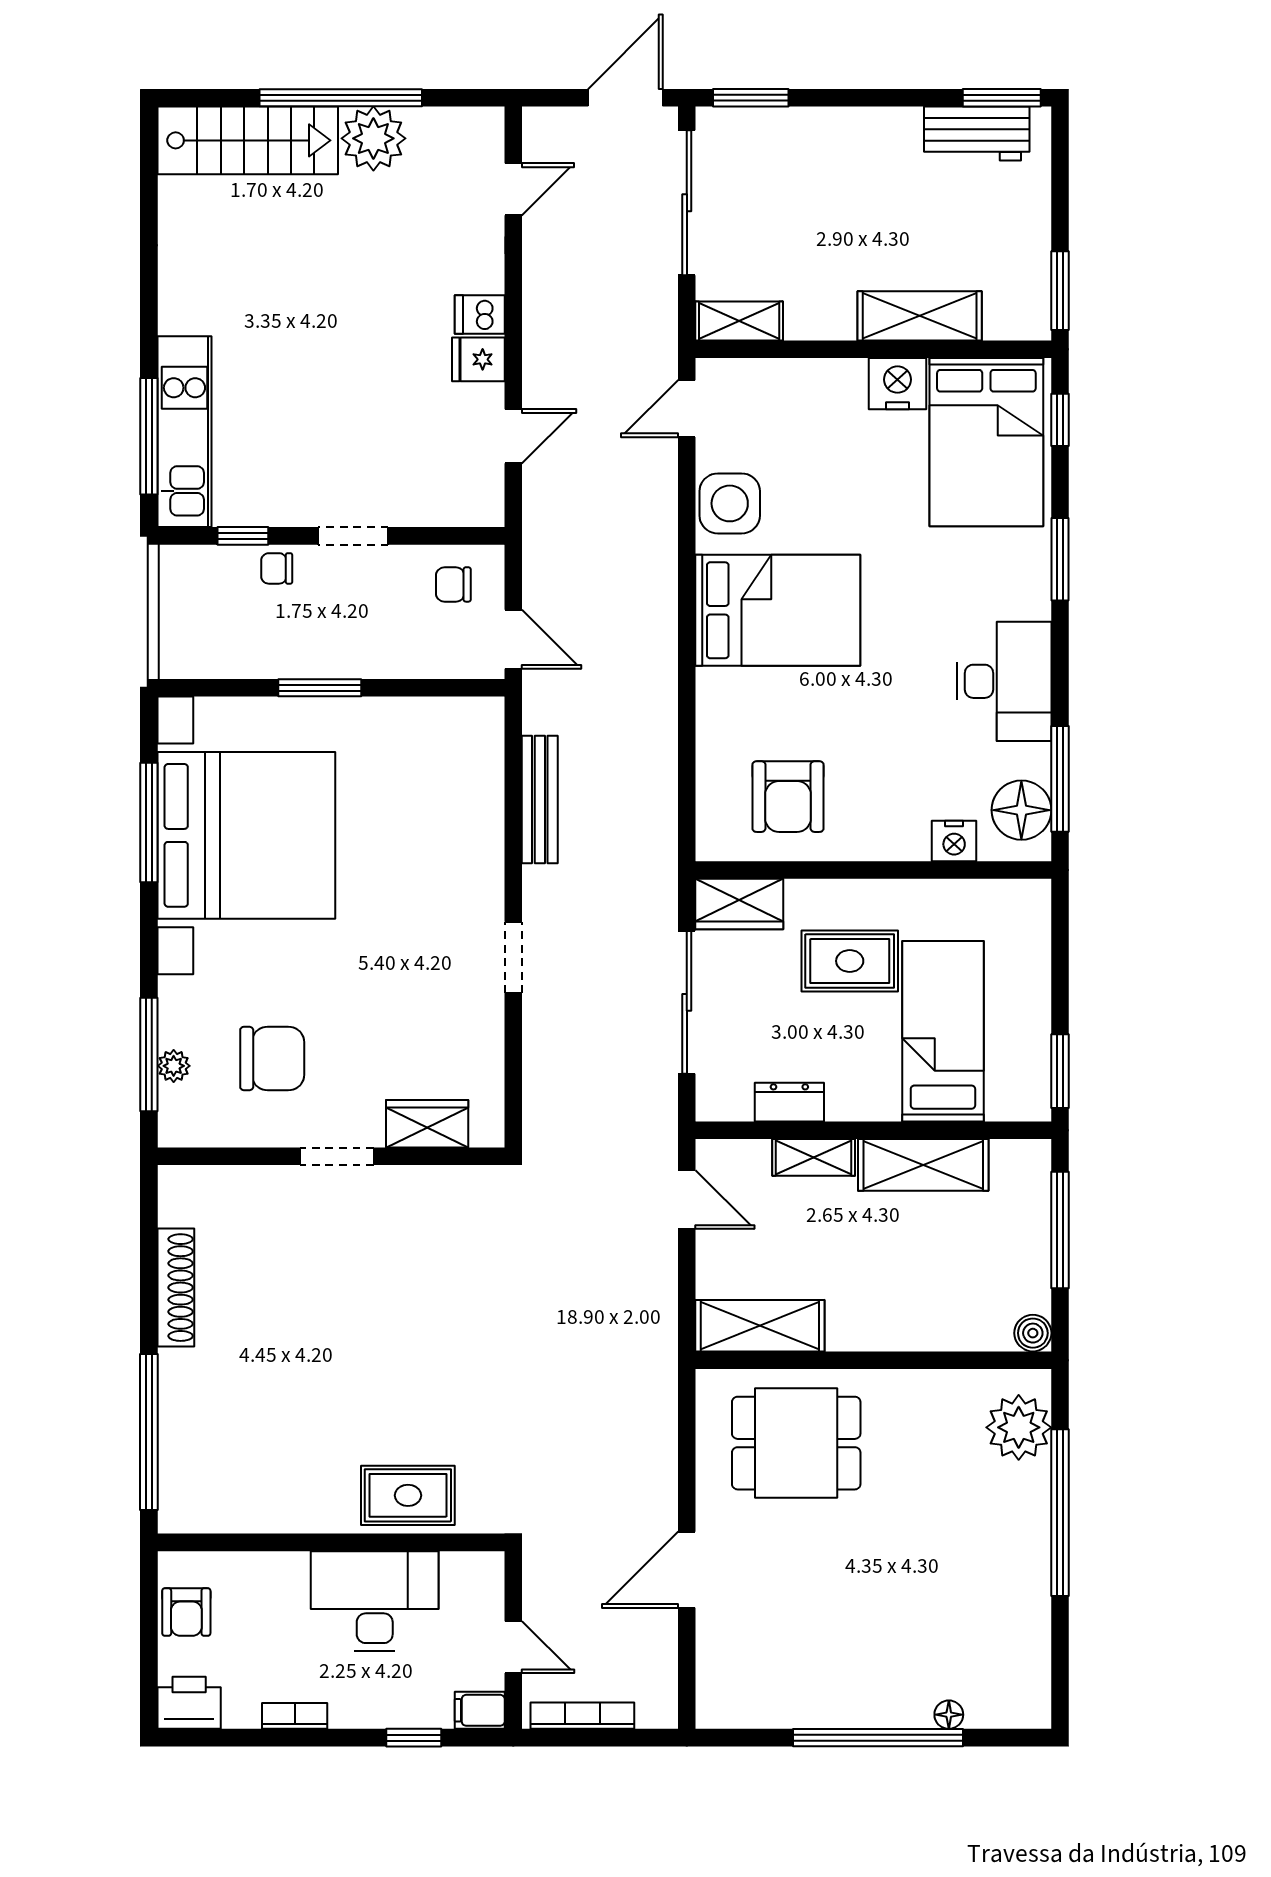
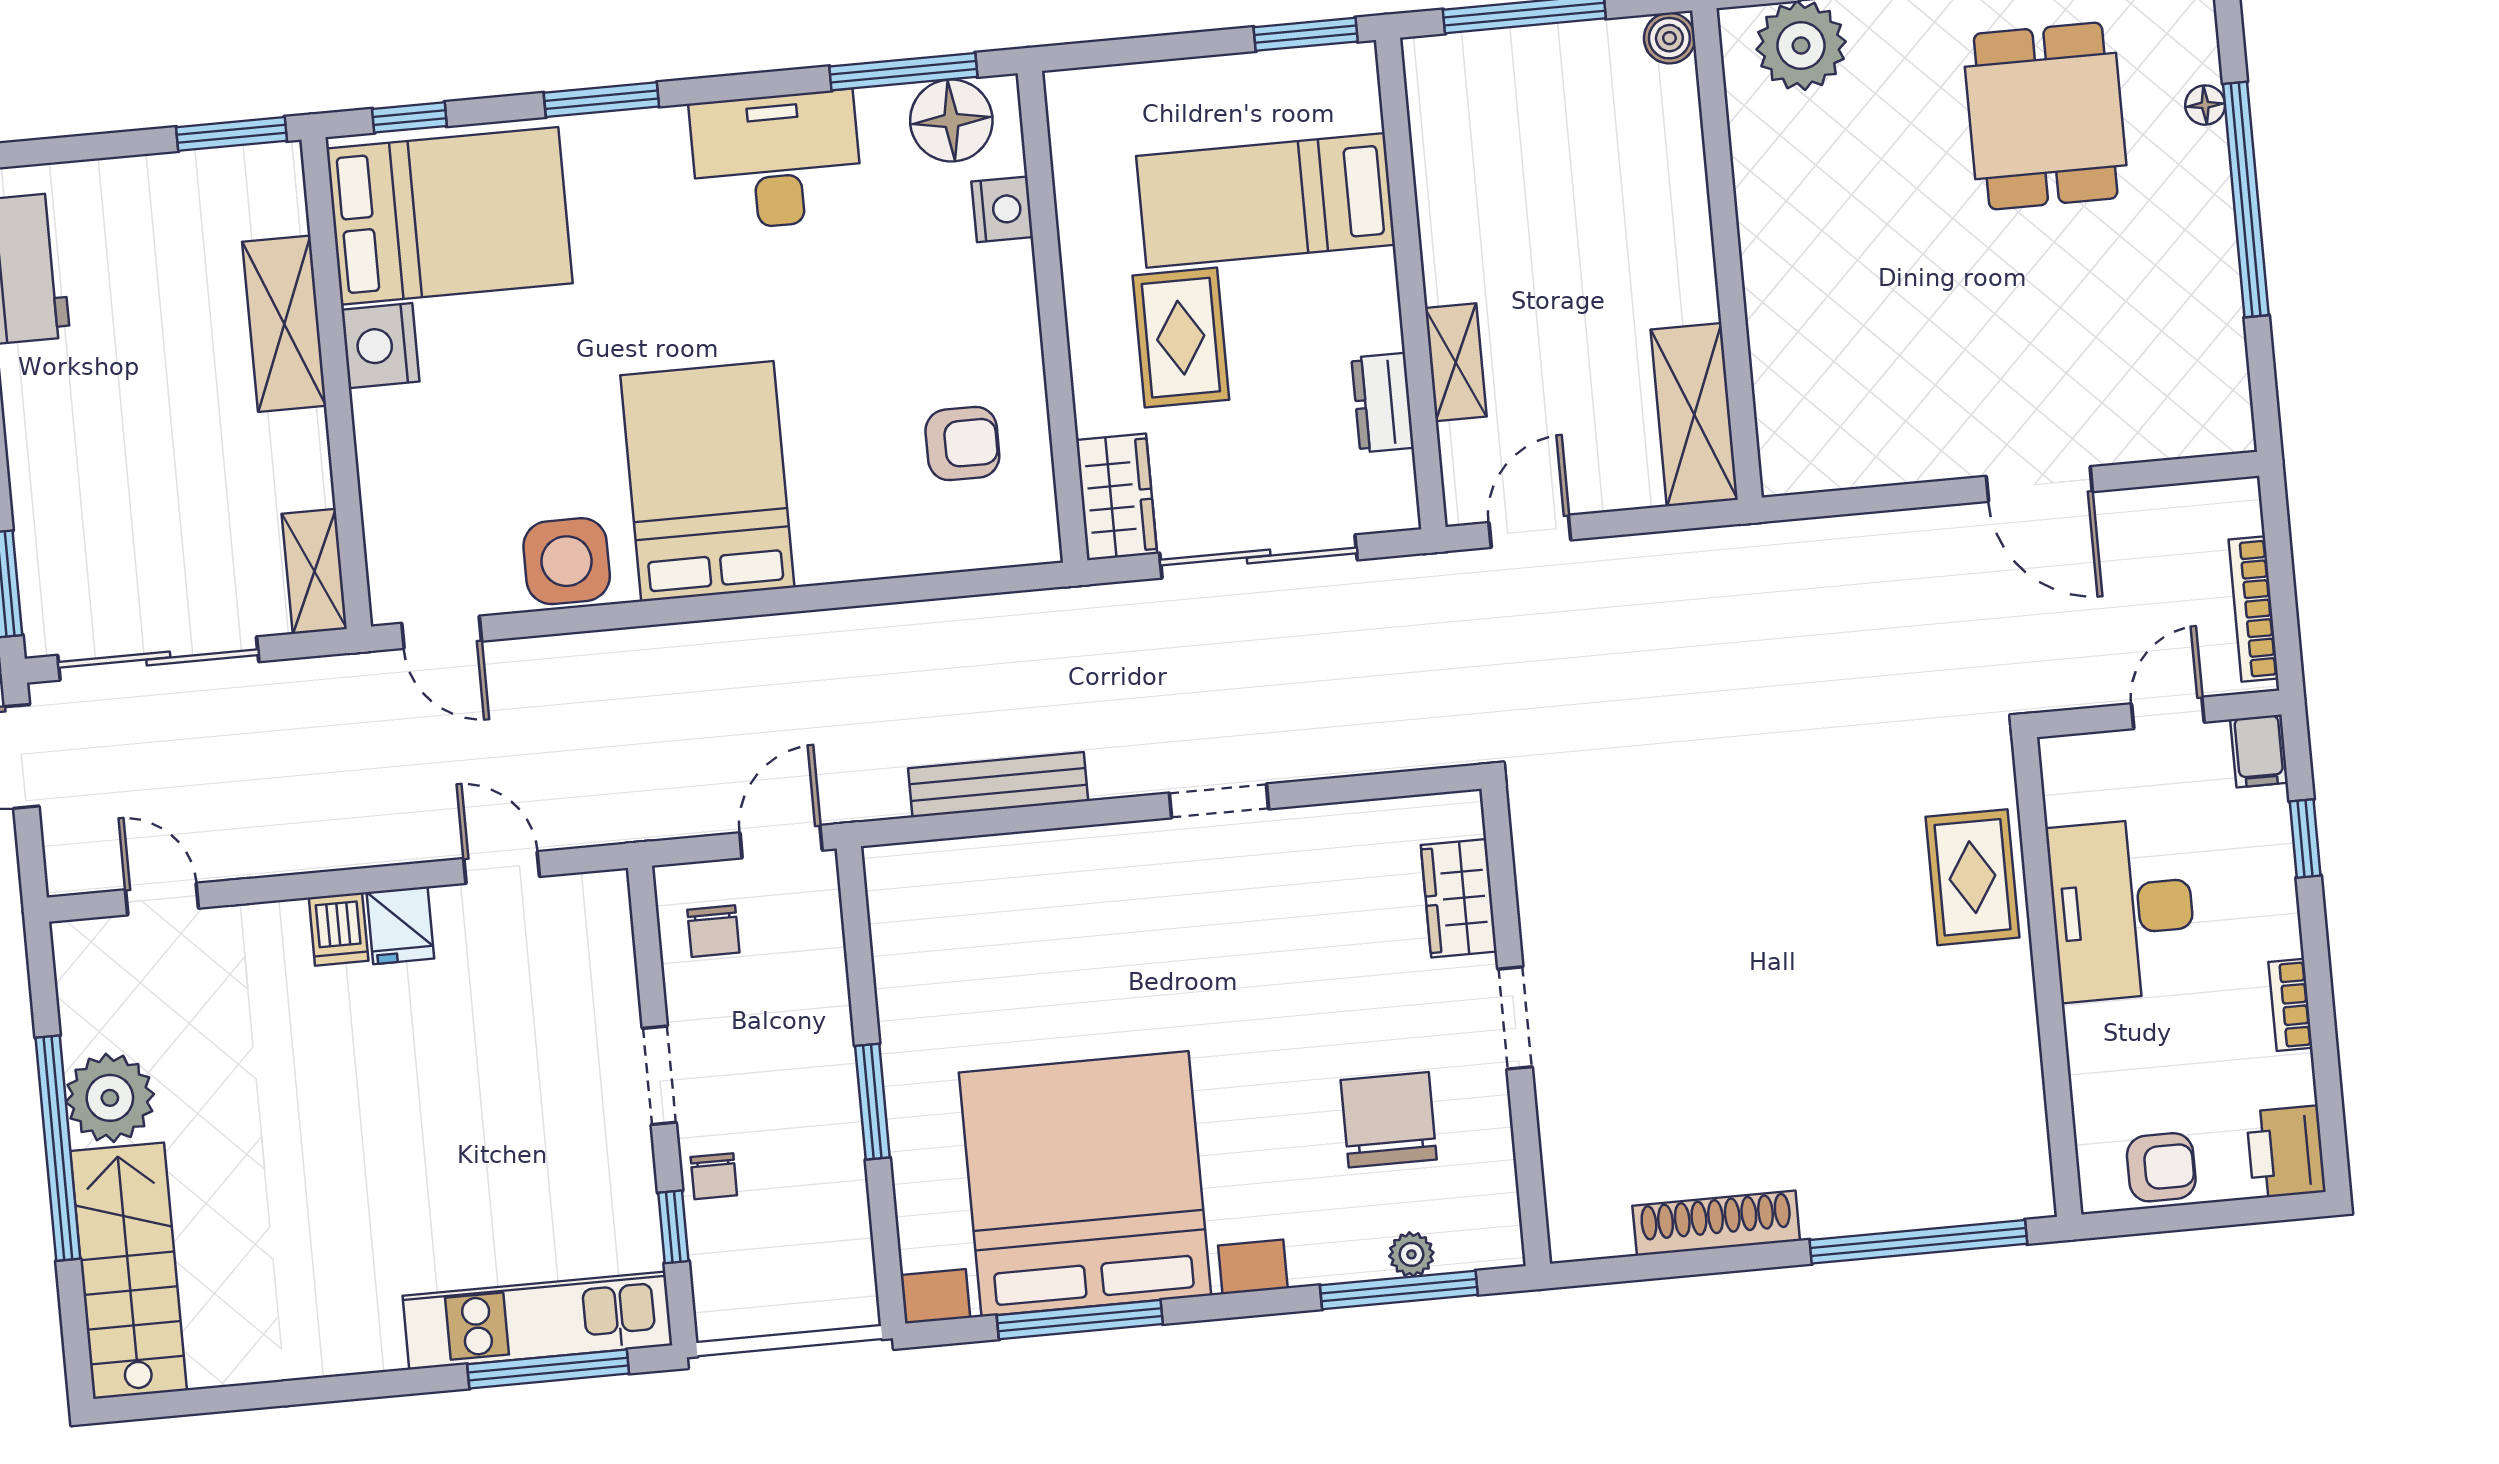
armchair: (788, 797) -> (962, 444), width x0.72, depth x0.72
shelving: (923, 1165) -> (1452, 210), removed
dining table: (796, 1443) -> (2046, 116), moved

